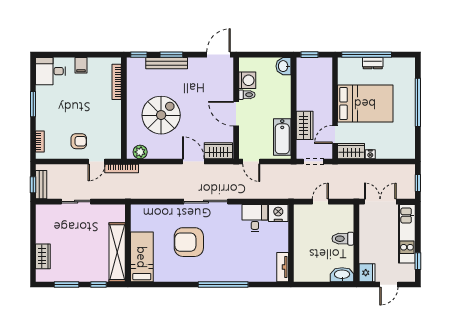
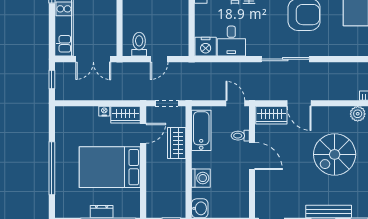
washing machine: (247, 80) -> (201, 178), moved, turned 180
toilet: (247, 95) -> (240, 136), moved
toilet: (343, 239) -> (139, 44), moved, turned -90

